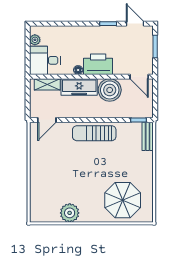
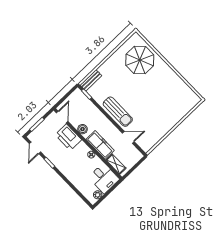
printer: (98, 64) -> (68, 137), moved
boiler: (110, 90) -> (83, 129), width x0.54, depth x0.54
door: (47, 120) -> (128, 137), moved
plant: (70, 213) -> (175, 83), removed

